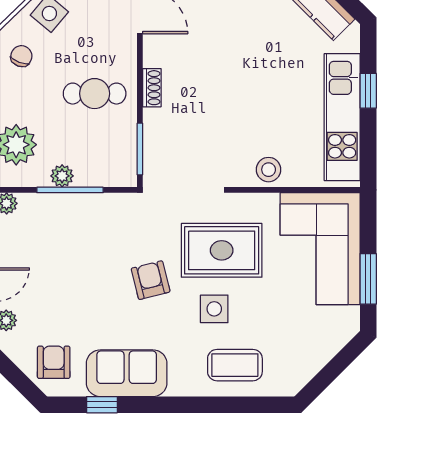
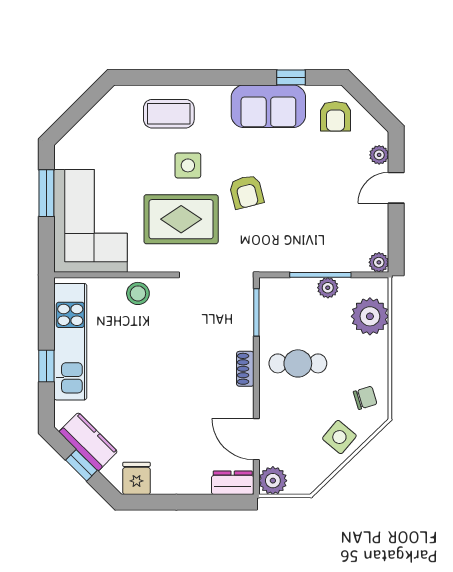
chair: (21, 56) -> (365, 398), turned -128

